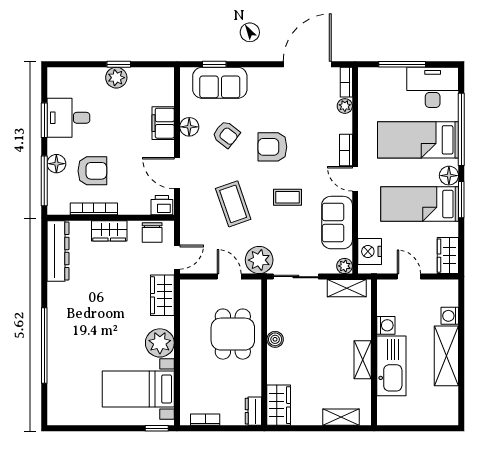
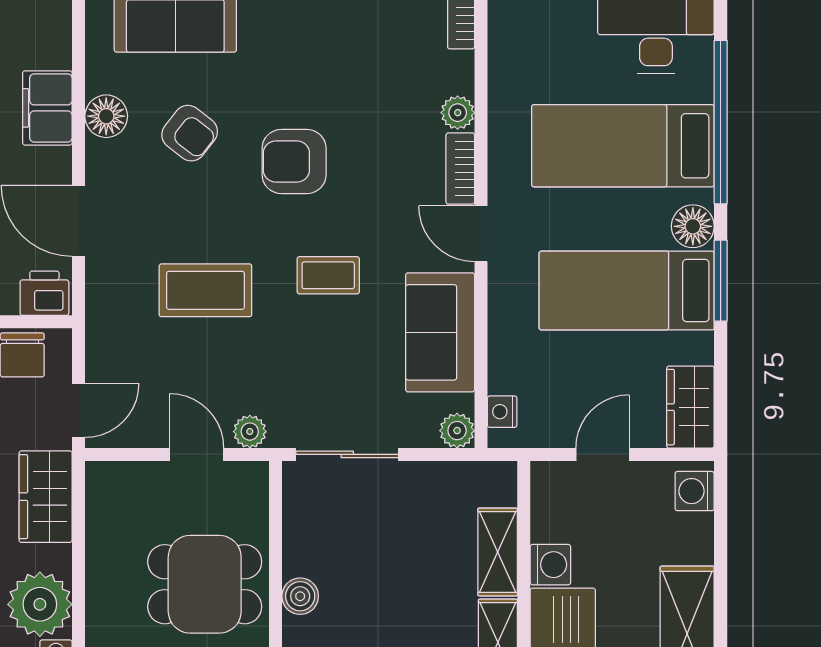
plant: (345, 106) -> (458, 113), moved
coffee table: (233, 204) -> (205, 290), turned -71
nightstand: (370, 251) -> (502, 412), width x0.53, depth x0.56
plant: (259, 260) -> (250, 432), width x0.53, depth x0.53
door: (409, 277) -> (602, 454), hinge flipped
shelving: (347, 288) -> (498, 552), moved, turned 90
washing machine: (450, 316) -> (695, 491), moved
dining table: (233, 334) -> (205, 584), turned 90

